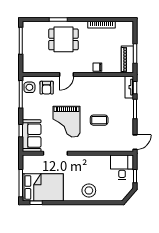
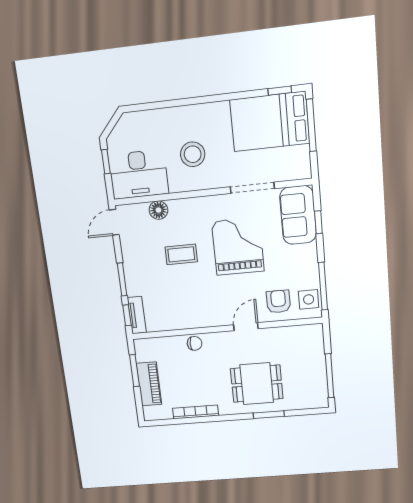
piano: (127, 59) -> (149, 384), moved
floor lamp: (109, 146) -> (158, 210), added
desk: (122, 167) -> (139, 174), width x1.37
stool: (89, 190) -> (193, 154), moved

